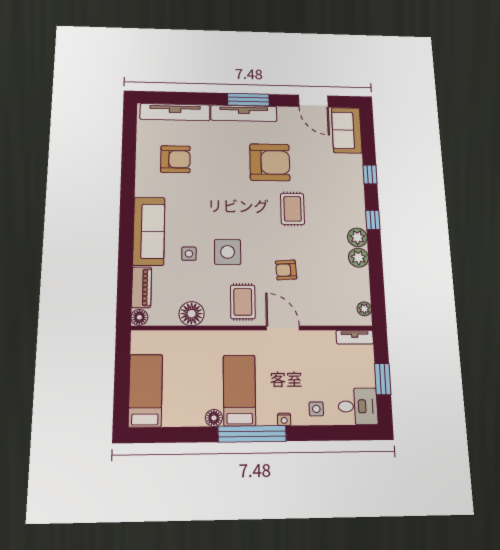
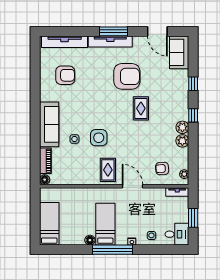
armchair: (286, 270) -> (162, 169), moved
floor lamp: (192, 314) -> (76, 177), removed

